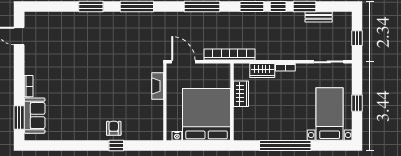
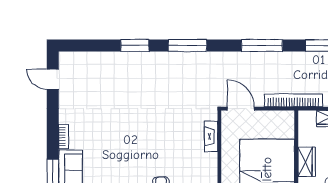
wardrobe: (241, 94) -> (307, 162), moved

